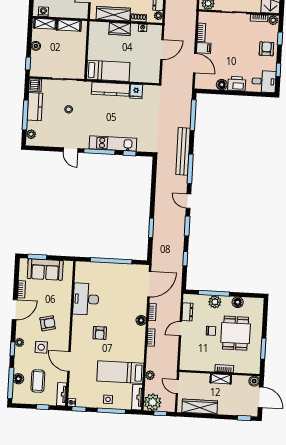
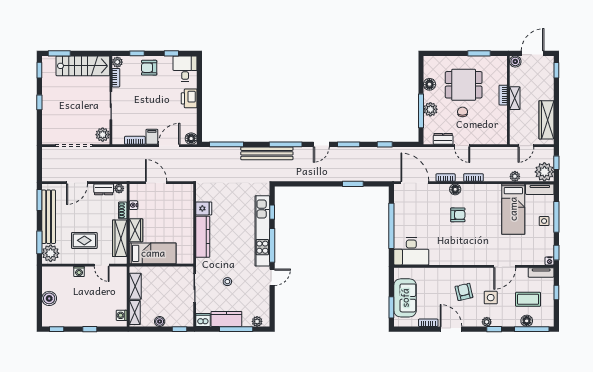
bed: (108, 71) -> (153, 253), moved, turned 90
floor lamp: (222, 85) -> (191, 139), moved
kitchen unit: (113, 143) -> (262, 231), width x1.36
desk: (86, 299) -> (411, 251), moved
armchair: (100, 333) -> (458, 215), moved

